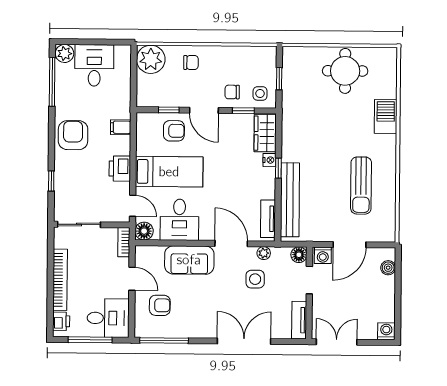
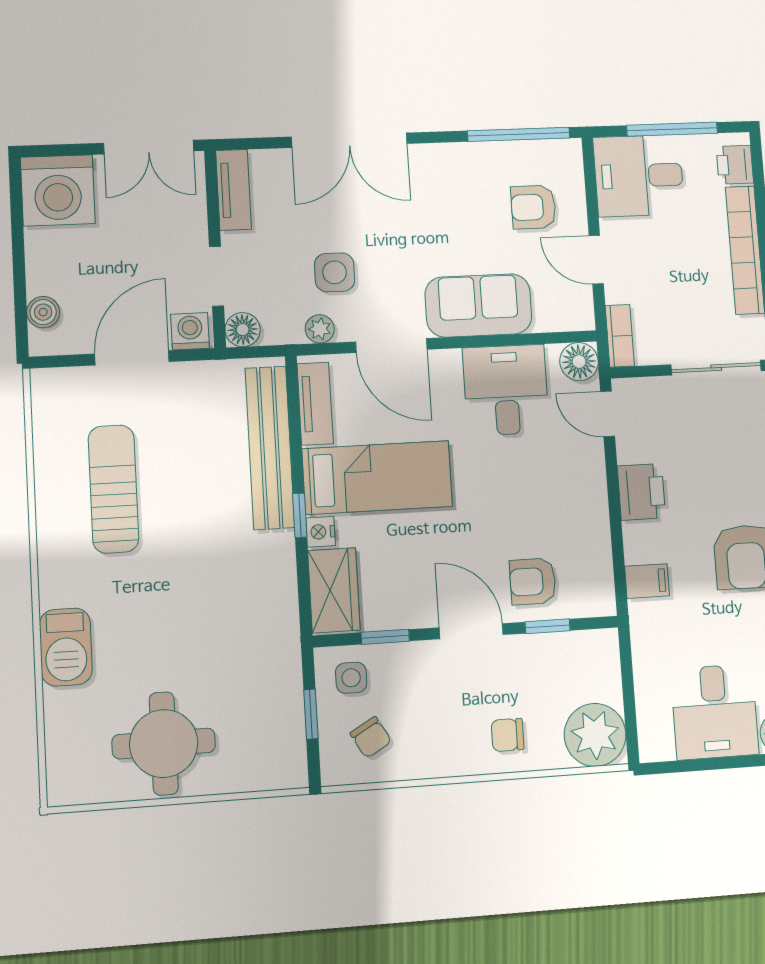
chair: (232, 92) -> (371, 737), moved, turned 60
bed: (169, 172) -> (377, 478), moved, turned 180
washing machine: (386, 331) -> (58, 190), width x1.89, depth x1.89

